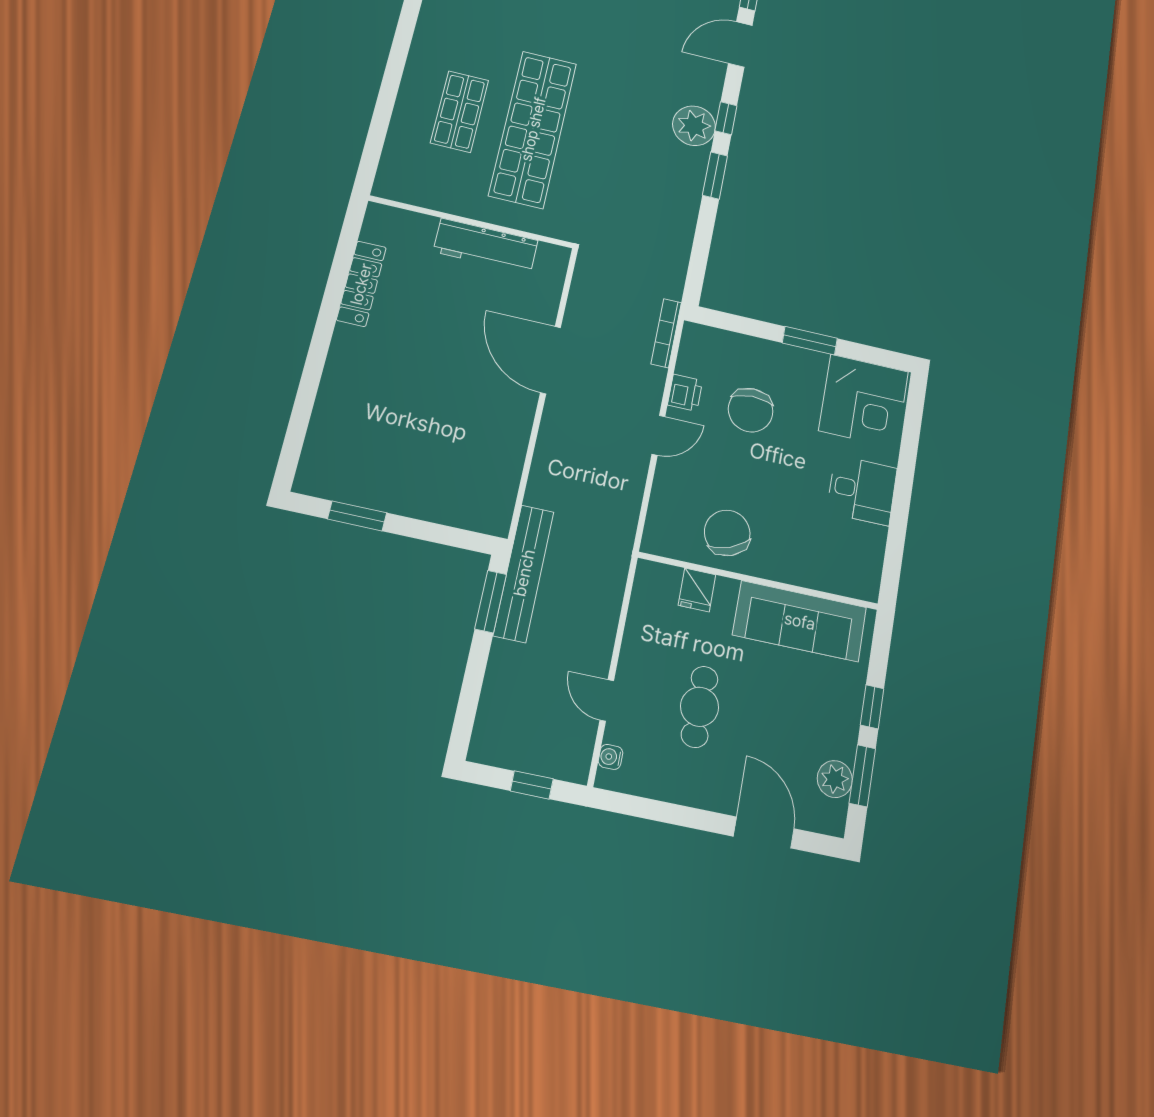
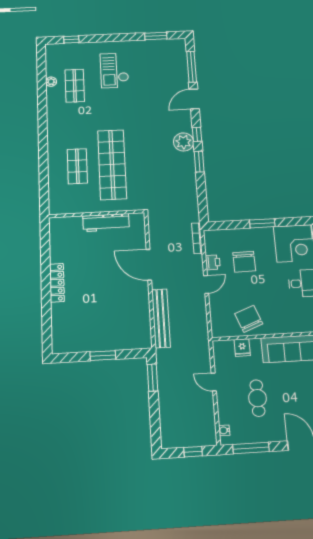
locker: (361, 284) -> (57, 283), moved
window: (357, 516) -> (103, 355), moved
bench: (524, 573) -> (161, 318), moved
door: (607, 700) -> (214, 382), moved
window: (657, 811) -> (251, 448), added

